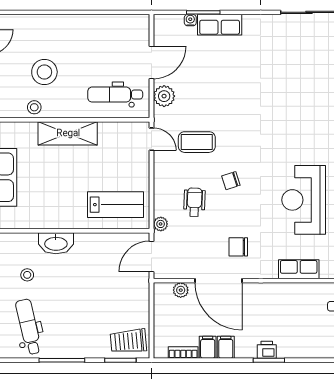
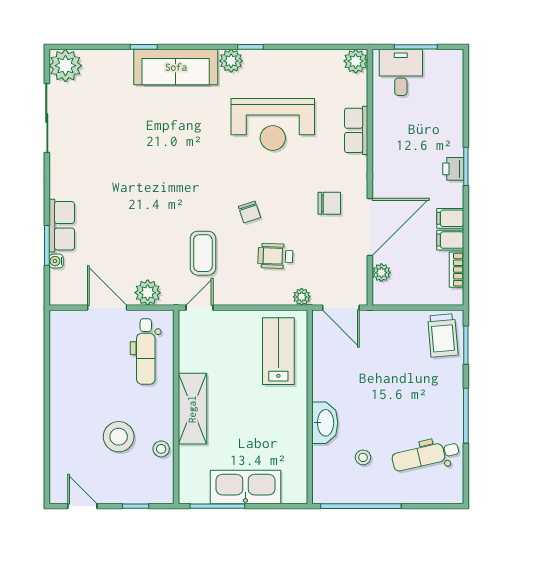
chair: (238, 247) -> (329, 203), turned -90

